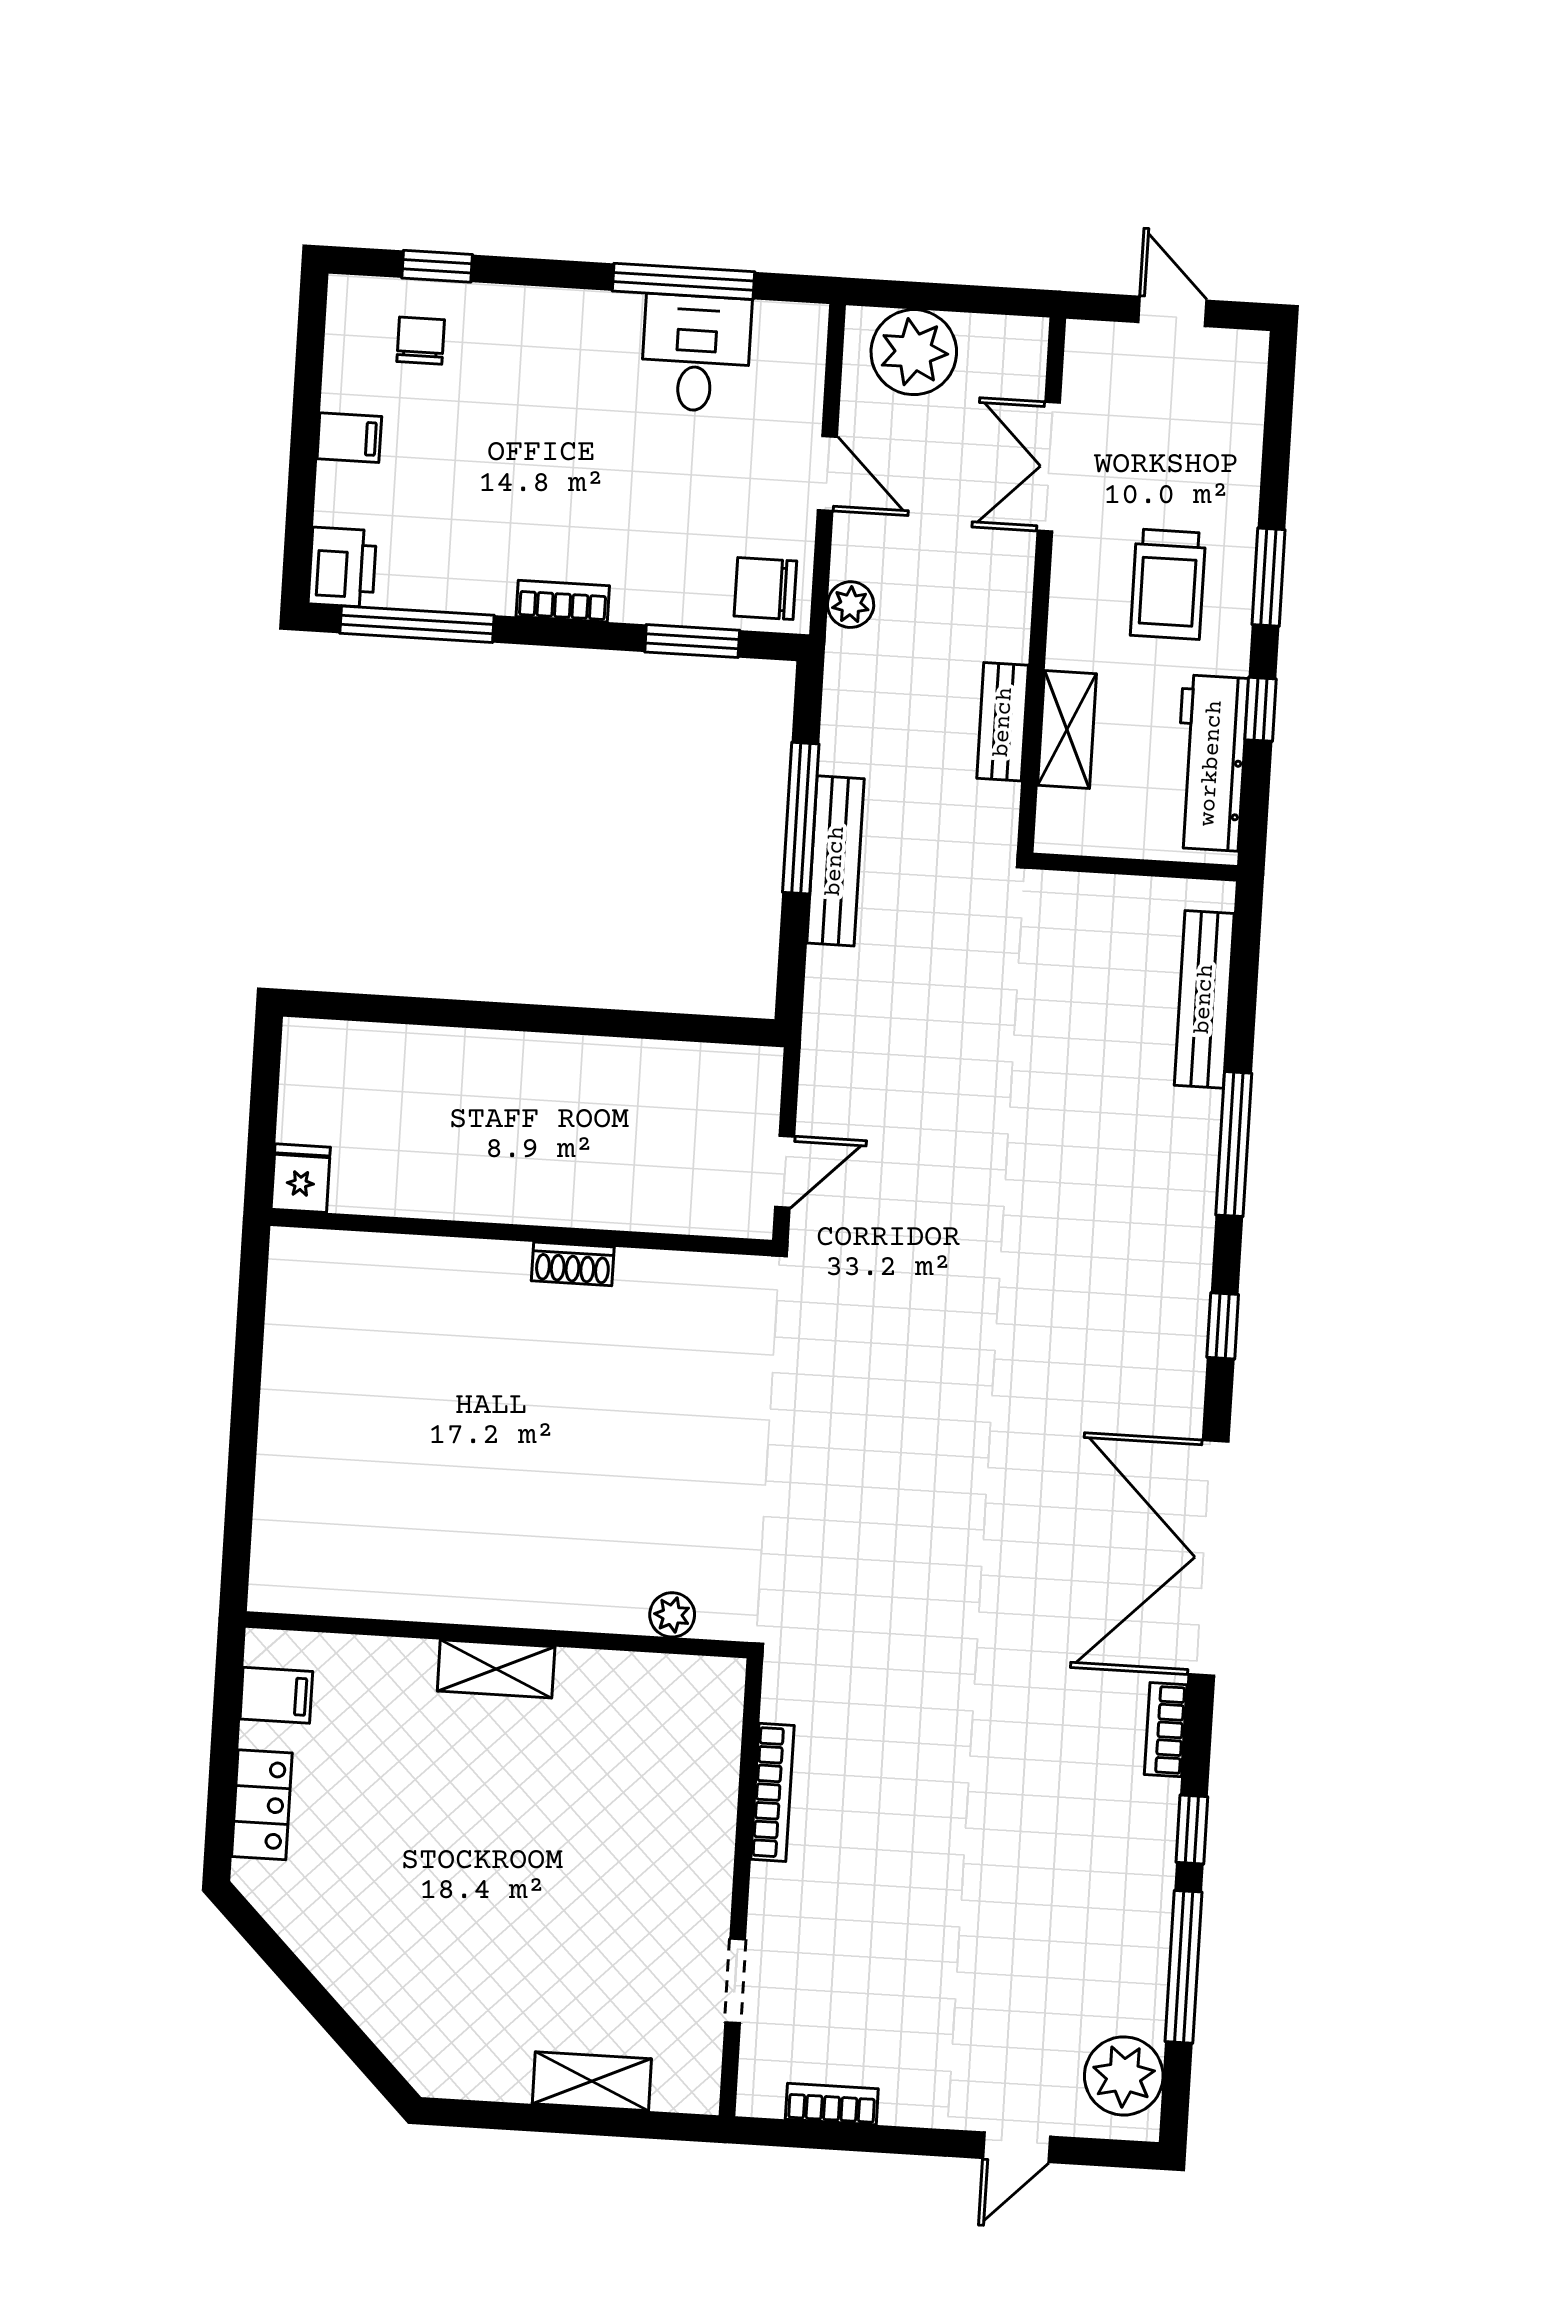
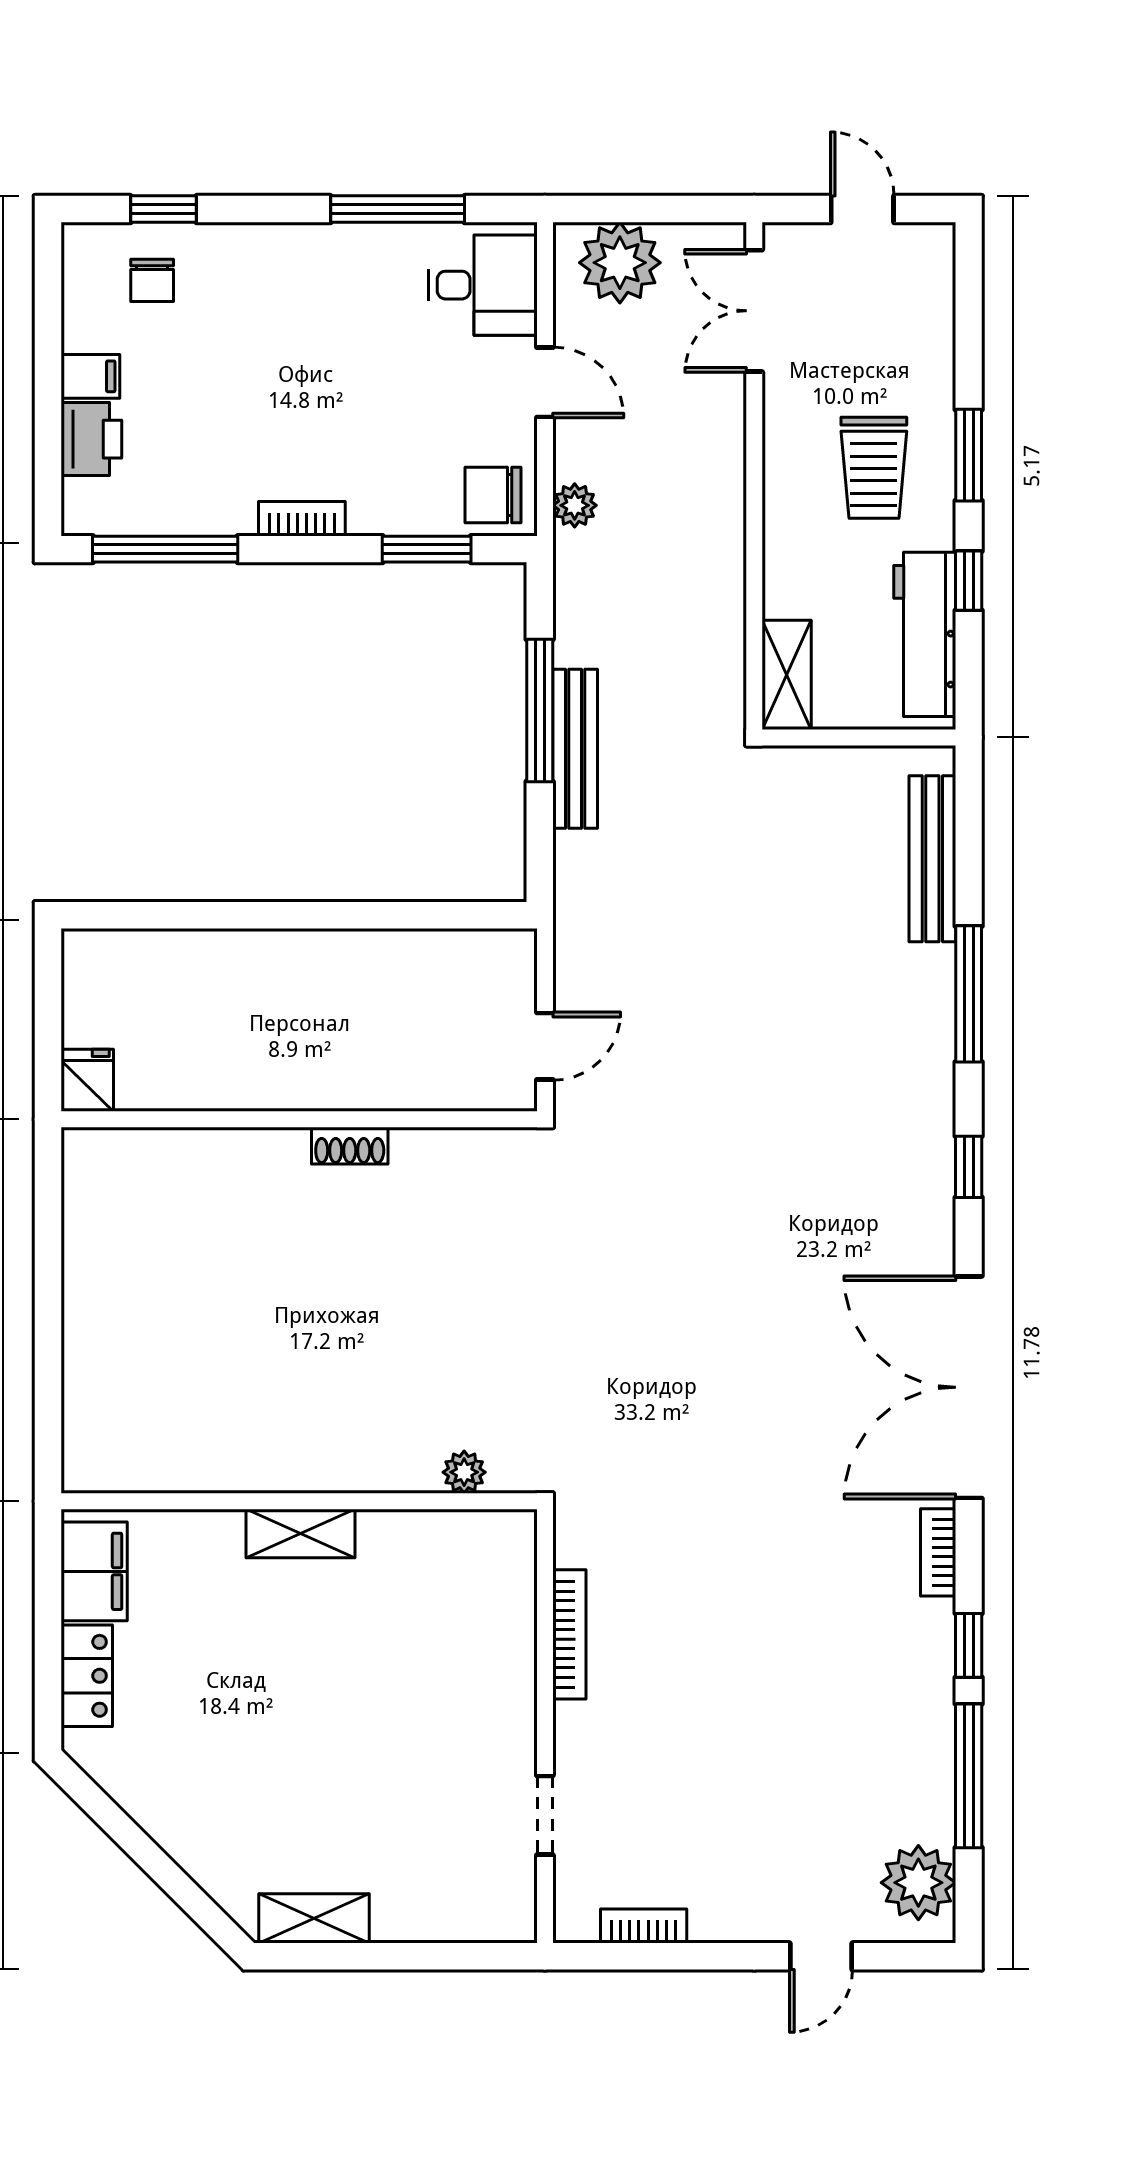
chair: (421, 341) -> (152, 280), turned 180
desk: (696, 353) -> (483, 285), moved, turned 90
double door: (1049, 467) -> (754, 311), moved
printer: (342, 567) -> (91, 439), moved
bench: (1003, 722) -> (725, 607), removed
shelving: (1067, 729) -> (787, 675), moved
filing cabinet: (276, 1695) -> (94, 1571), width x2.00
shelving: (592, 2081) -> (314, 1918), moved

